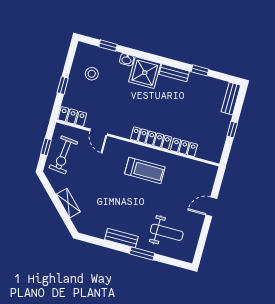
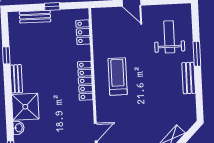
bench: (231, 99) -> (35, 17), moved
locker: (184, 147) -> (83, 32), moved

